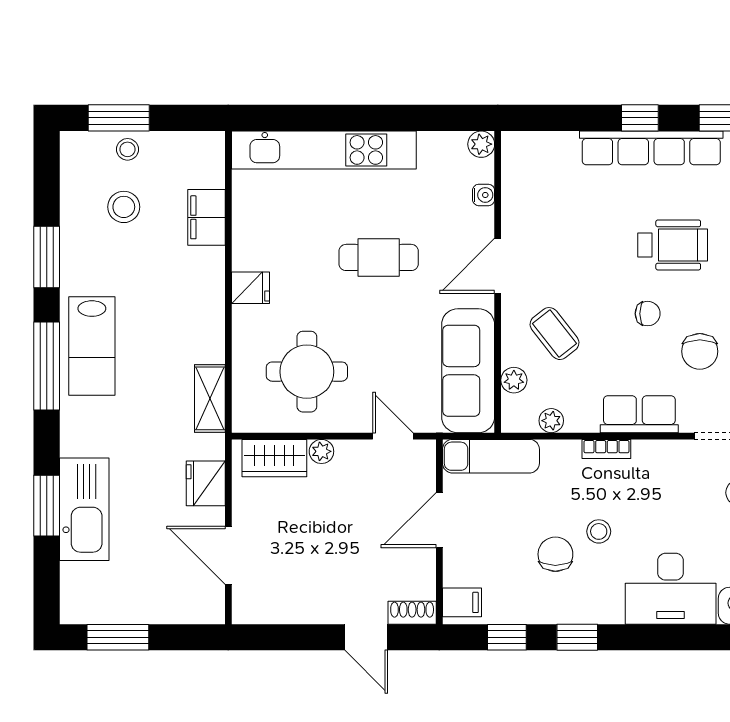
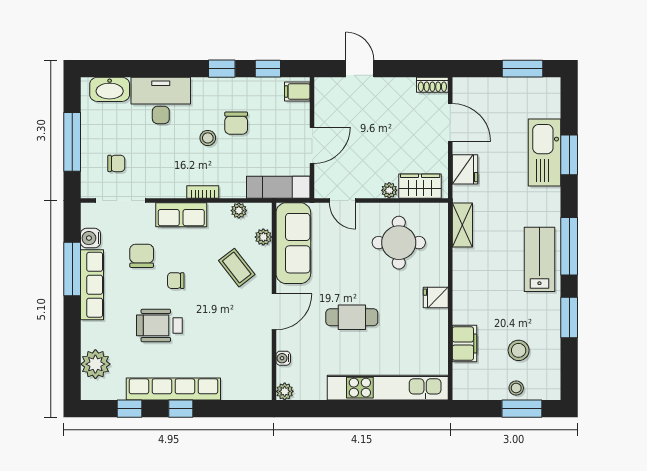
shoe rack: (412, 613) -> (432, 85), moved

